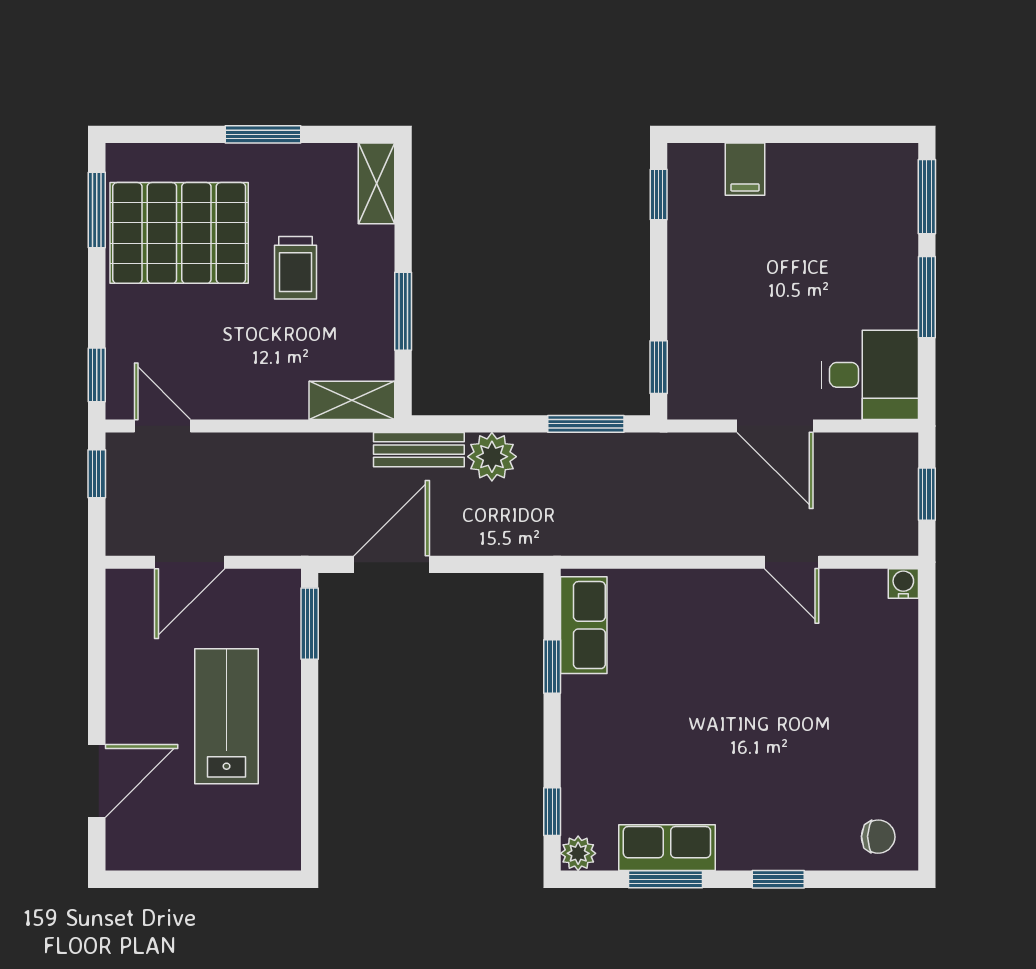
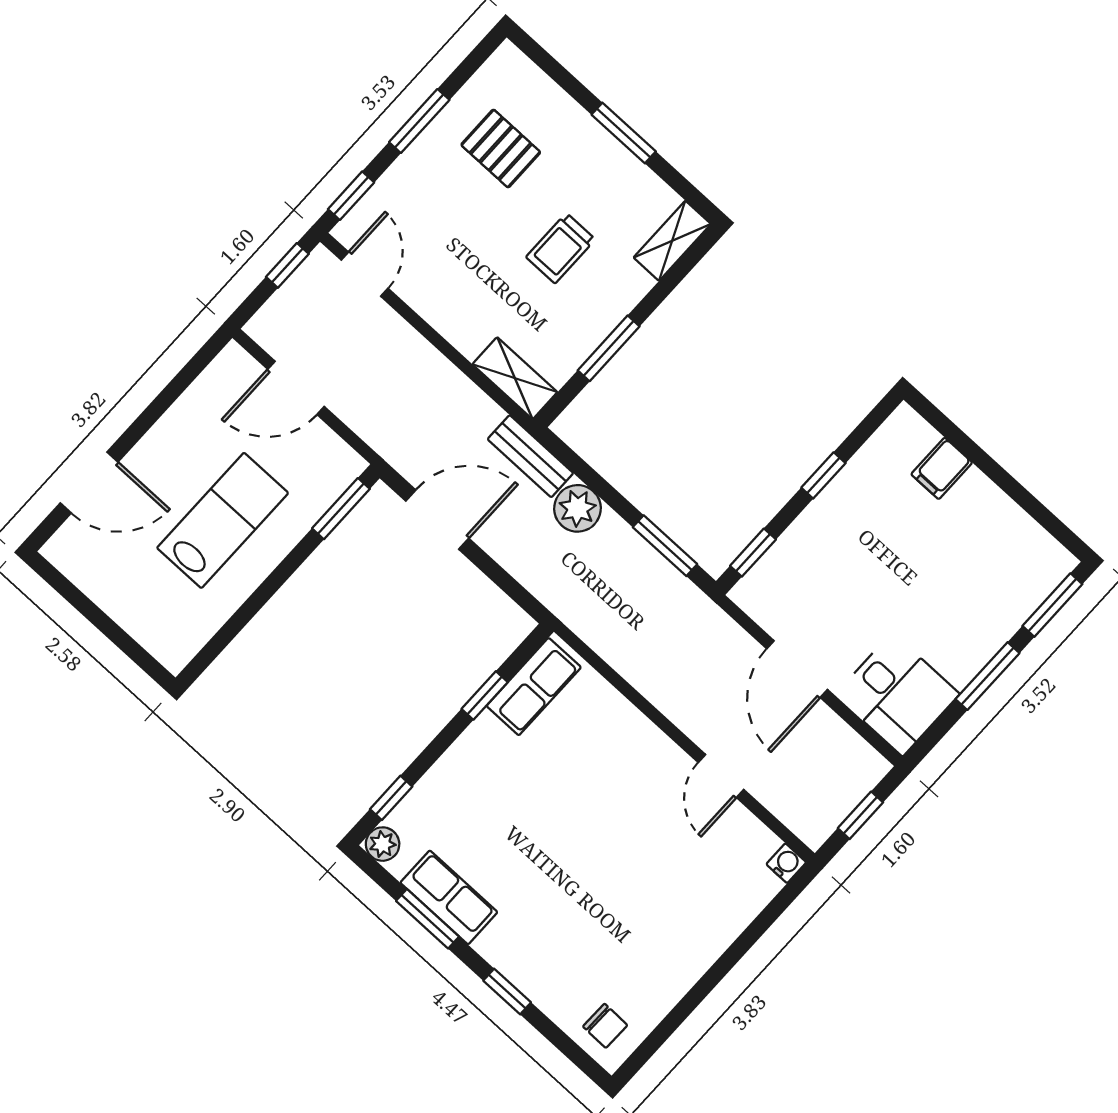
window: (659, 195) -> (823, 475), moved
window: (97, 210) -> (419, 121), moved
pallet: (179, 233) -> (501, 149), width x0.49, depth x0.50

